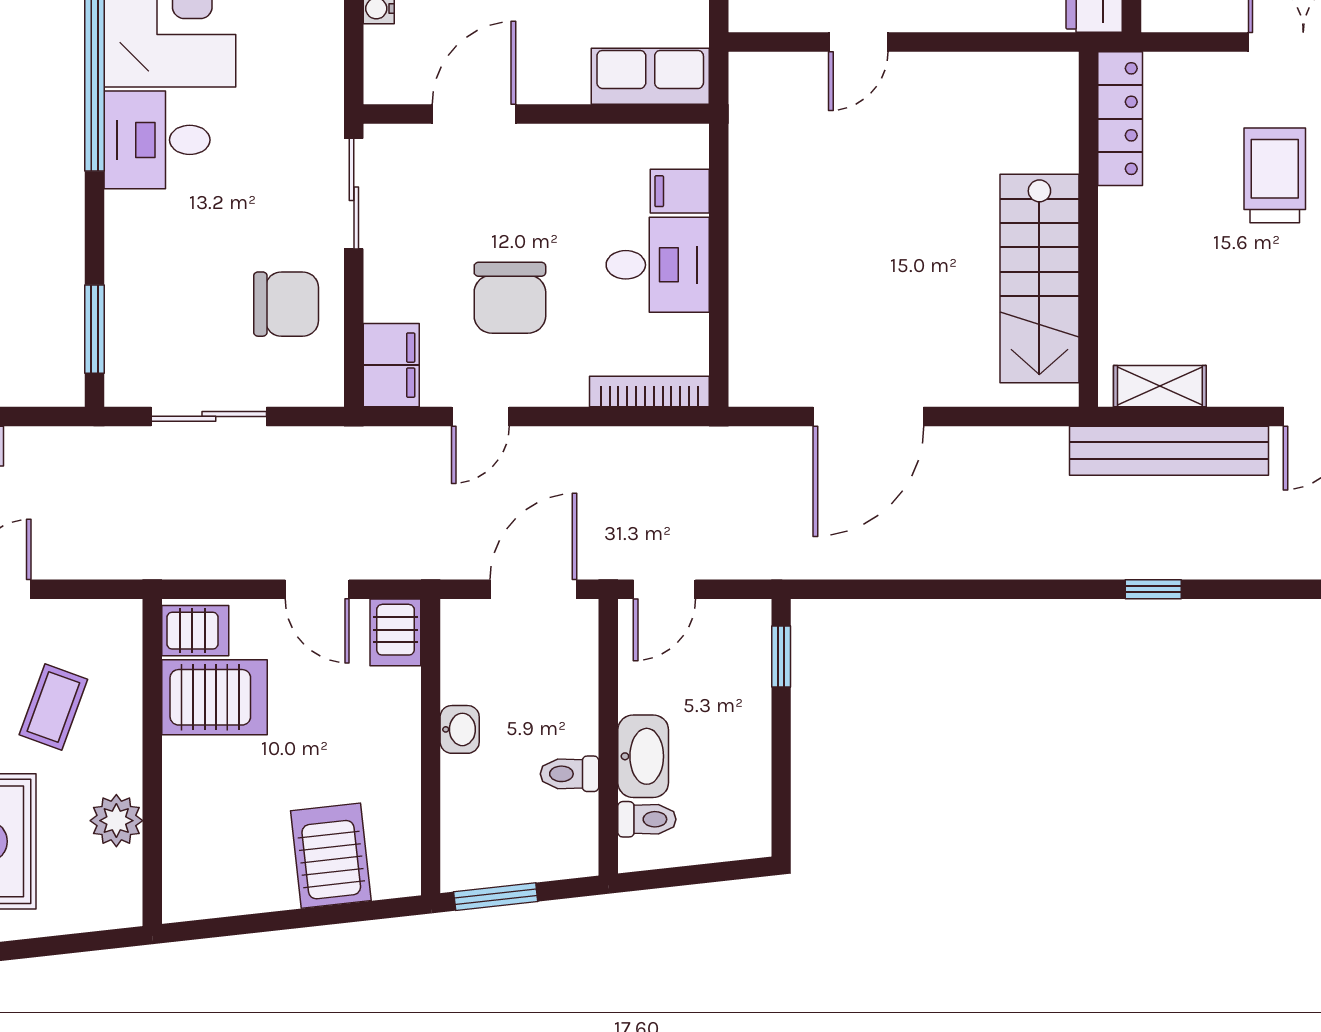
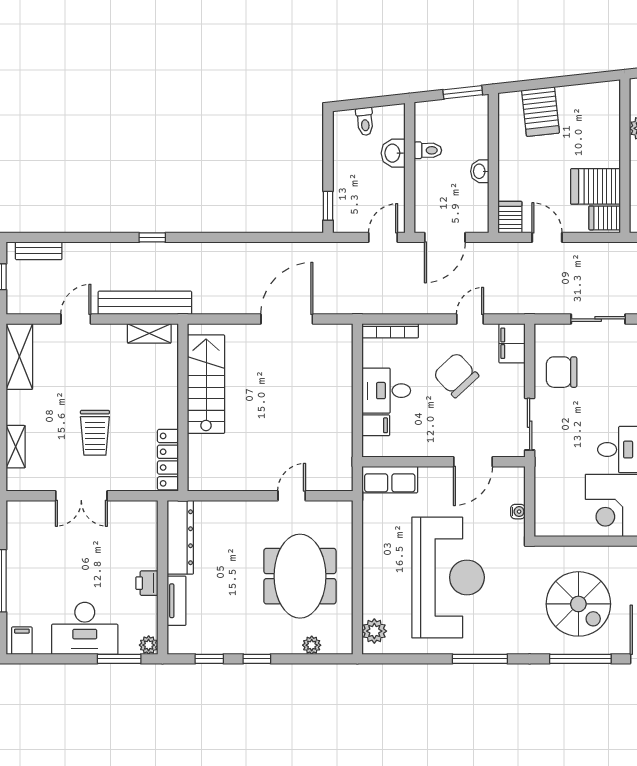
chair: (510, 298) -> (456, 375), turned -43
washbasin: (643, 756) -> (393, 153), width x0.72
toilet: (647, 819) -> (365, 121), moved, turned -96

